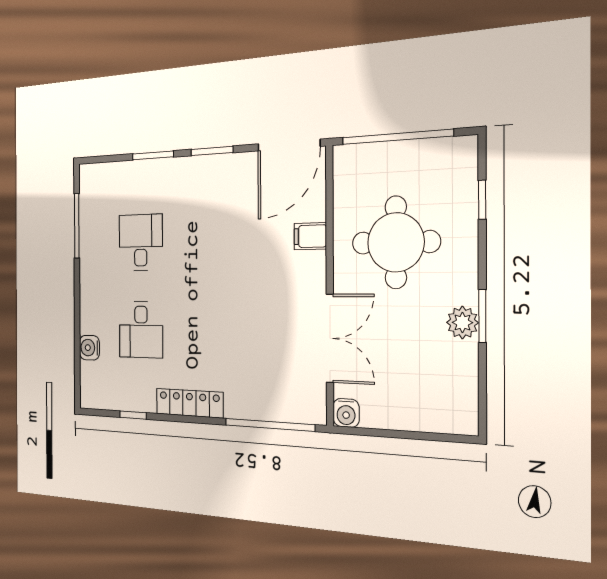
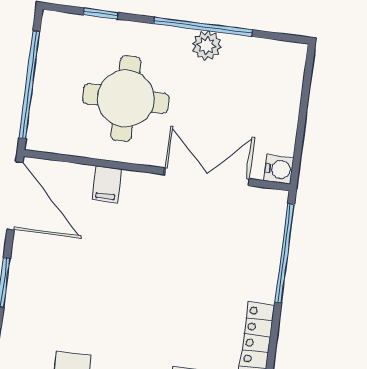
window: (482, 316) -> (203, 27), width x2.11

